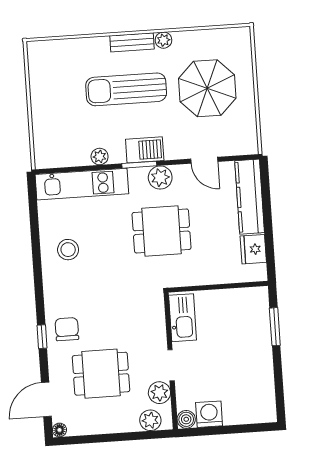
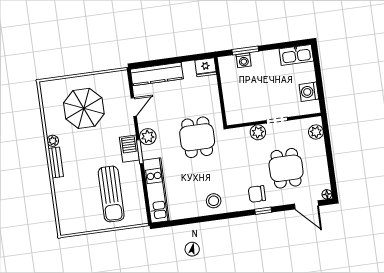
sun lounger: (126, 89) -> (111, 194), moved
plant: (100, 157) -> (136, 179), removed
dining table: (162, 231) -> (197, 137), moved
fridge: (253, 249) -> (206, 67), moved
stool: (68, 250) -> (214, 201), moved
kitchen sink: (183, 318) -> (296, 55), moved, turned 180
washing machine: (261, 323) -> (244, 60), added
plant: (159, 393) -> (258, 132), moved
boiler: (186, 419) -> (314, 107), removed

